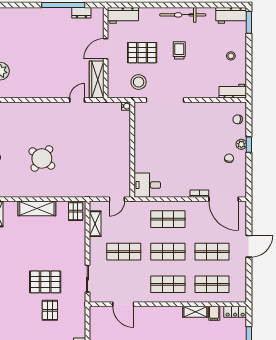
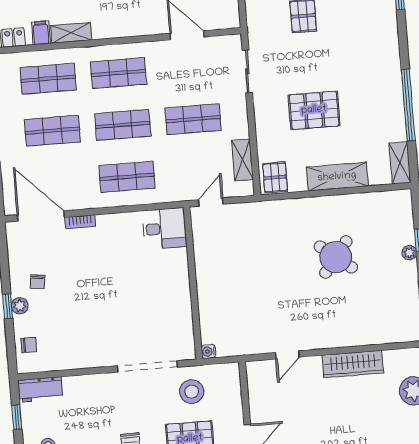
window: (249, 75) -> (17, 417), added
wardrobe: (97, 79) -> (353, 364), moved, turned 90
pallet: (45, 282) -> (314, 110), moved

